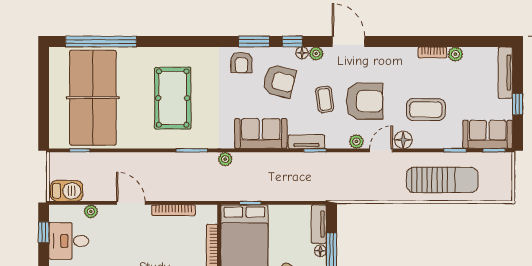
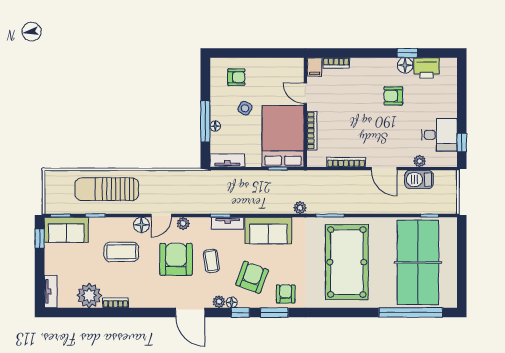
plant: (455, 54) -> (89, 295), width x1.88, depth x1.88
tv unit: (505, 73) -> (51, 291), width x0.71
armchair: (279, 81) -> (252, 277), turned 96
pool table: (173, 98) -> (347, 262), width x1.36, depth x1.32
armchair: (364, 101) -> (176, 259), turned 90
window: (518, 104) -> (40, 239), moved
barbecue: (67, 191) -> (419, 179), moved
tv unit: (319, 224) -> (227, 160), moved, turned -90

